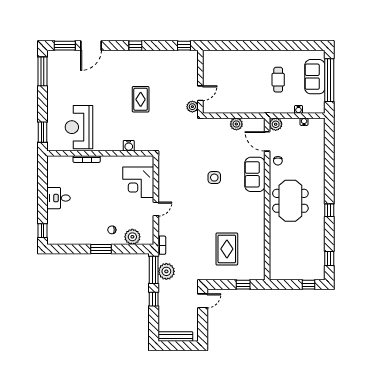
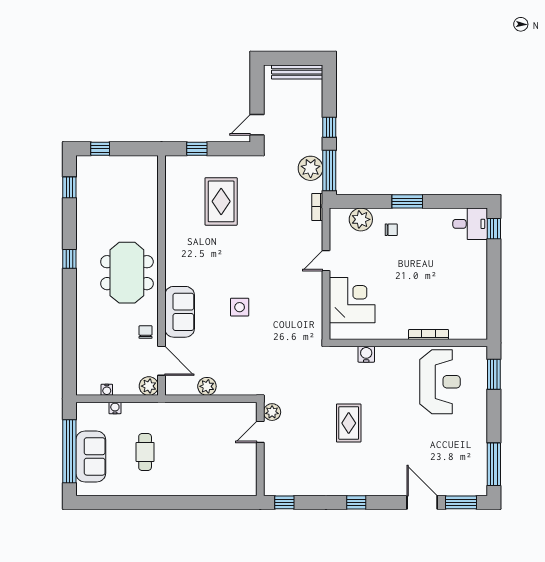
door: (91, 46) -> (422, 502), hinge flipped
desk: (59, 198) -> (470, 224), moved

